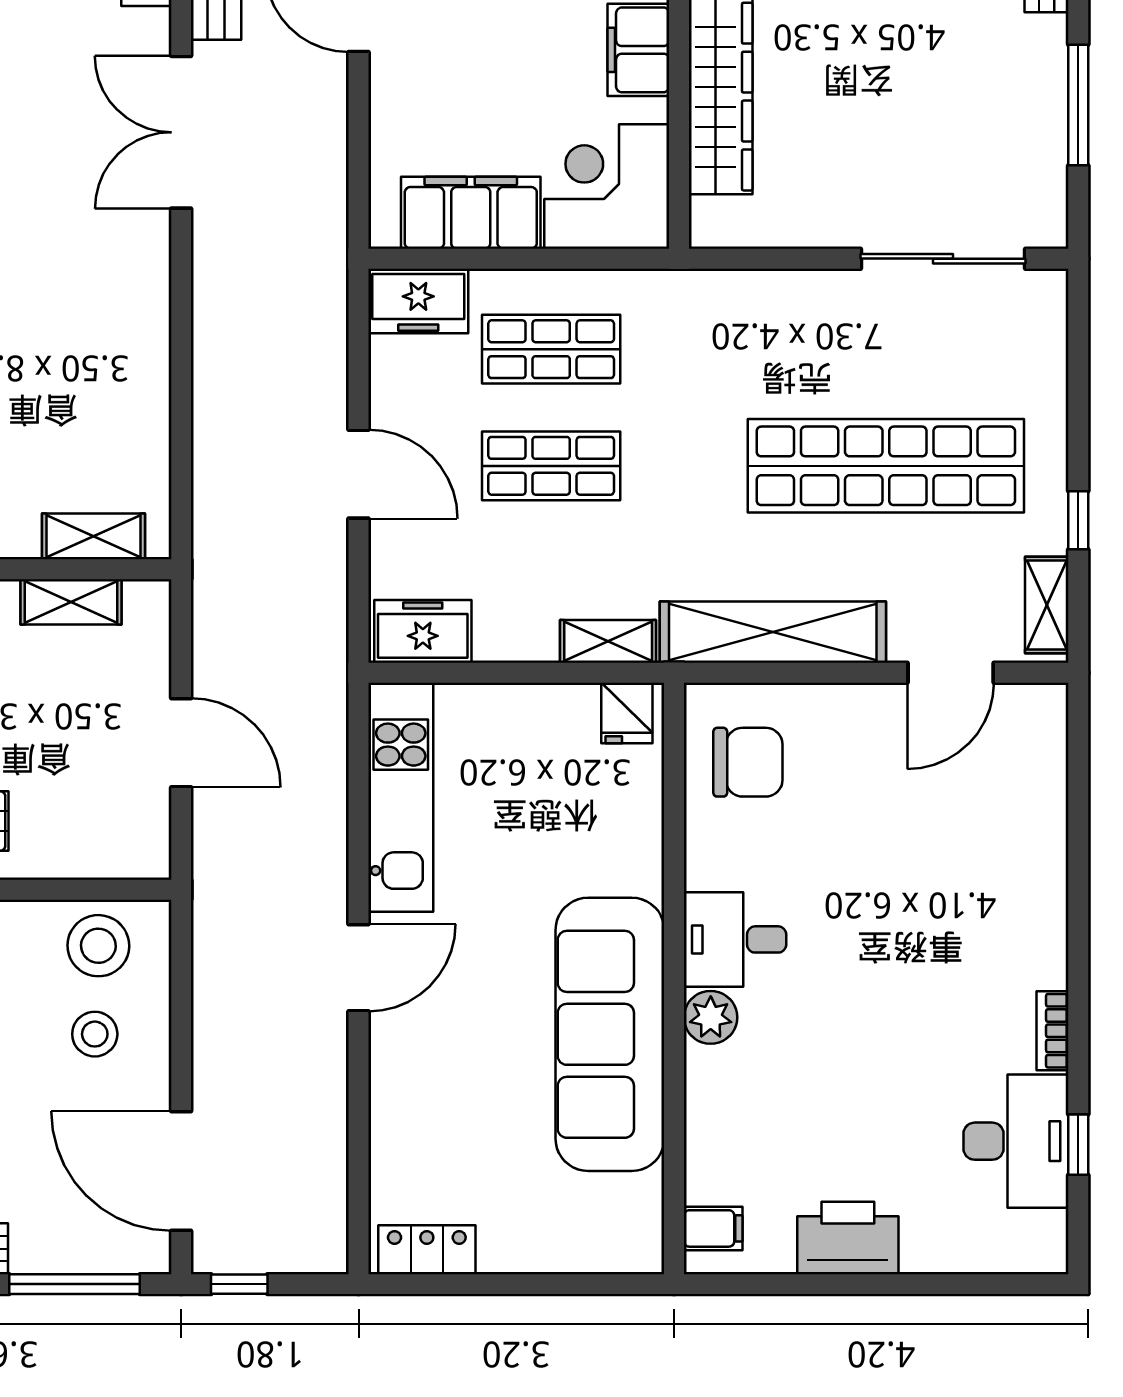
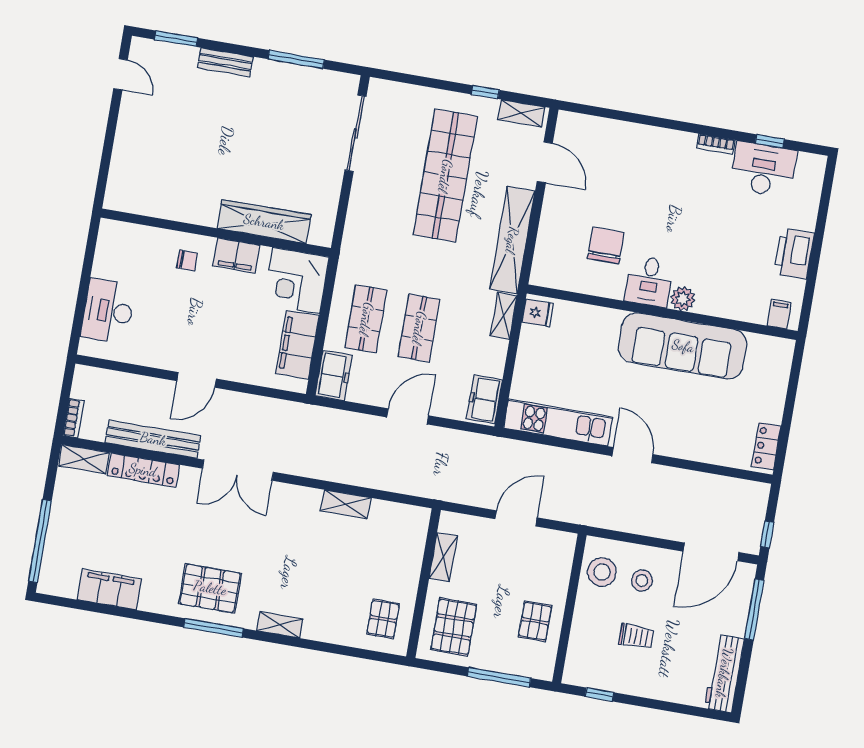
shelving: (93, 536) -> (346, 504), moved, turned 90
chair: (748, 762) -> (606, 245), moved

